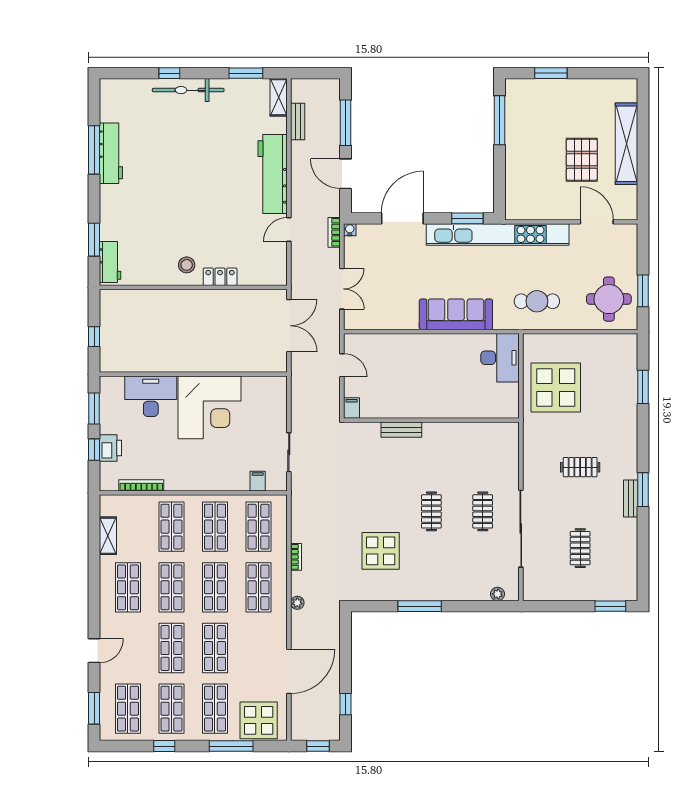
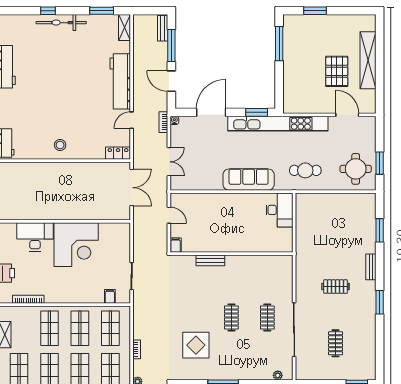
bench: (298, 121) -> (163, 28), moved
locker: (220, 277) -> (118, 153), moved
display table: (556, 387) -> (318, 231), removed
bench: (631, 498) -> (371, 267), moved

